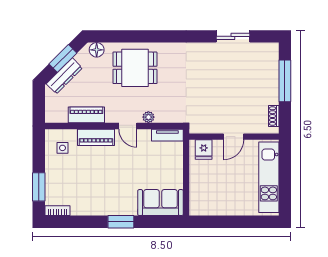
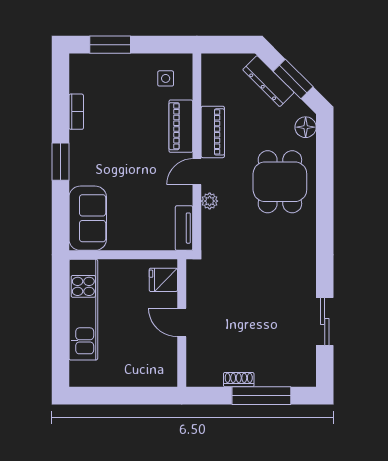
piano: (86, 115) -> (213, 132), moved
shoe rack: (274, 116) -> (239, 380), moved
kitchen unit: (269, 177) -> (83, 310), moved, turned 90
bookcase: (57, 211) -> (76, 112), moved

